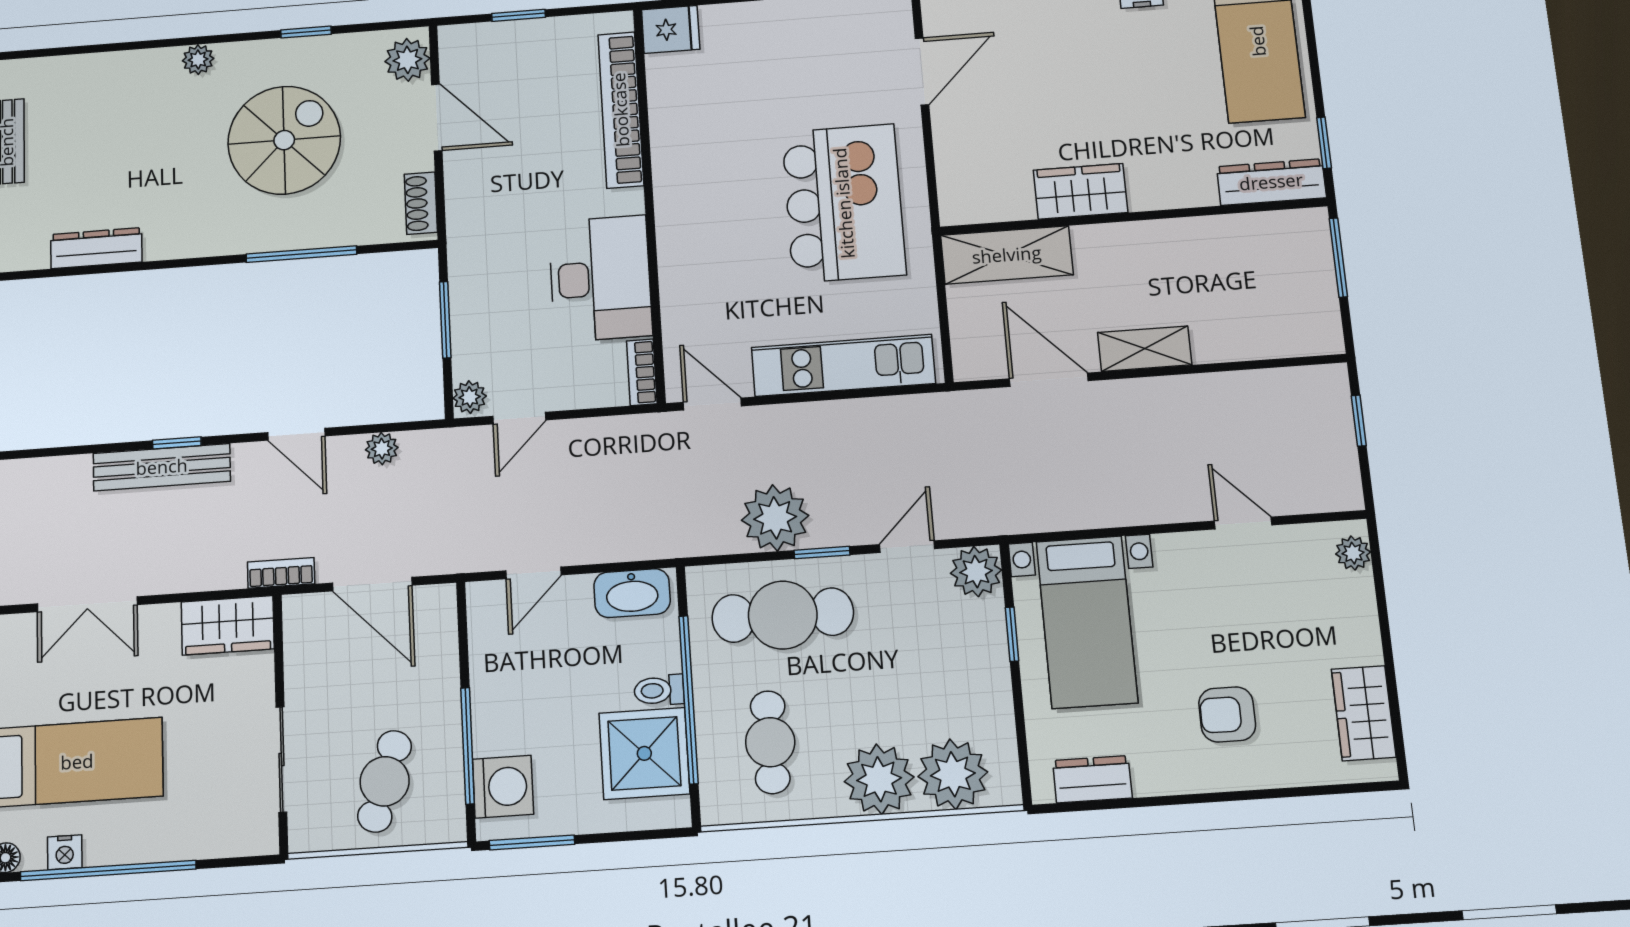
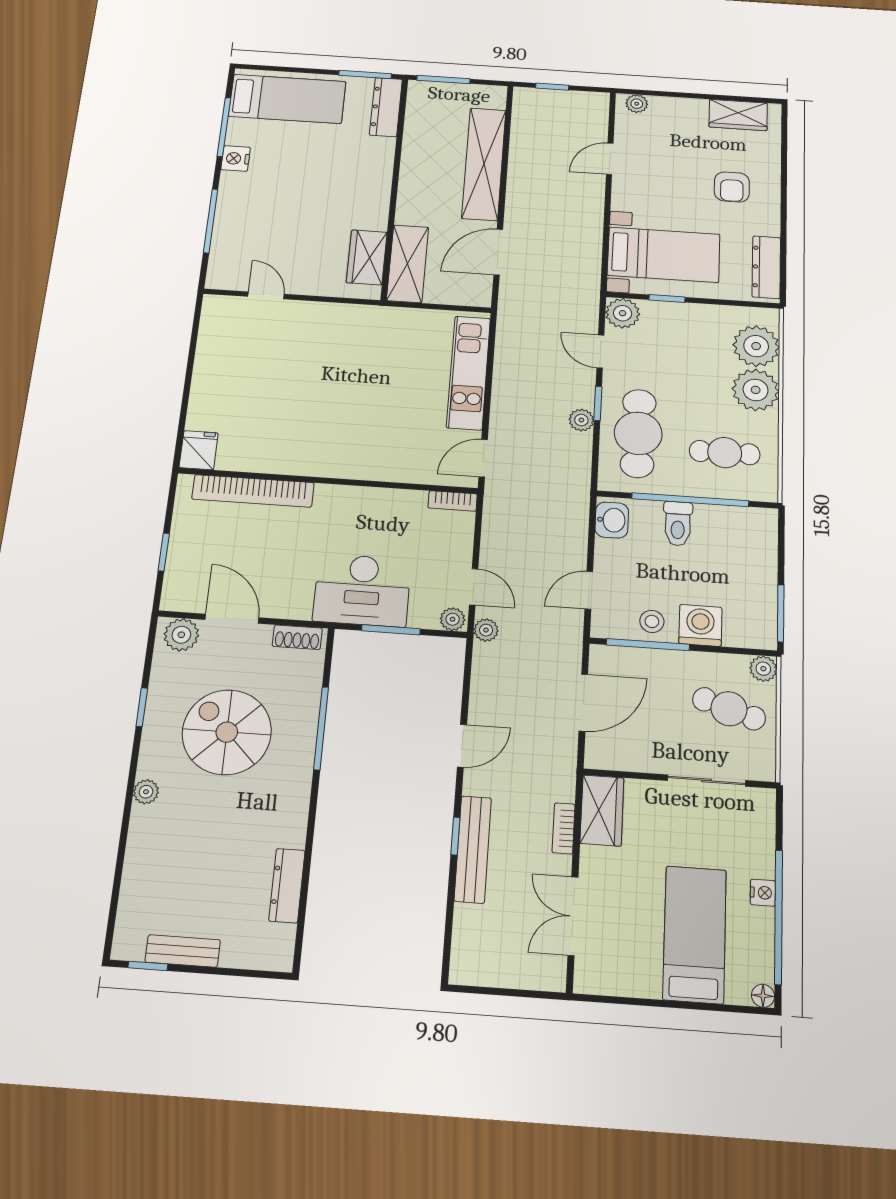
door: (922, 71) -> (266, 295), width x0.73
door: (437, 117) -> (232, 619), hinge flipped
window: (1324, 143) -> (365, 74), width x1.50
wardrobe: (1081, 191) -> (367, 257), moved
kitchen island: (844, 203) -> (352, 357), removed
desk: (600, 278) -> (362, 590), moved, turned 180
shelving: (1145, 349) -> (484, 164), width x2.20, depth x1.33
plant: (382, 449) -> (486, 630), moved
plant: (775, 518) -> (581, 420), width x0.53, depth x0.53
bookcase: (281, 573) -> (564, 828), moved
door: (533, 573) -> (589, 590), swing flipped
washbasin: (632, 593) -> (612, 520), width x0.72
double door: (87, 604) -> (573, 916), swing flipped
stool: (498, 664) -> (652, 621), added
toilet: (659, 690) -> (678, 524), width x1.37, depth x1.39
window: (468, 746) -> (648, 645), moved
shower: (644, 753) -> (725, 533), removed
dresser: (1092, 779) -> (766, 267), width x1.44
washing machine: (503, 787) -> (700, 625), moved
plant: (447, 824) -> (763, 669), added
nightstand: (65, 852) -> (763, 893), moved

